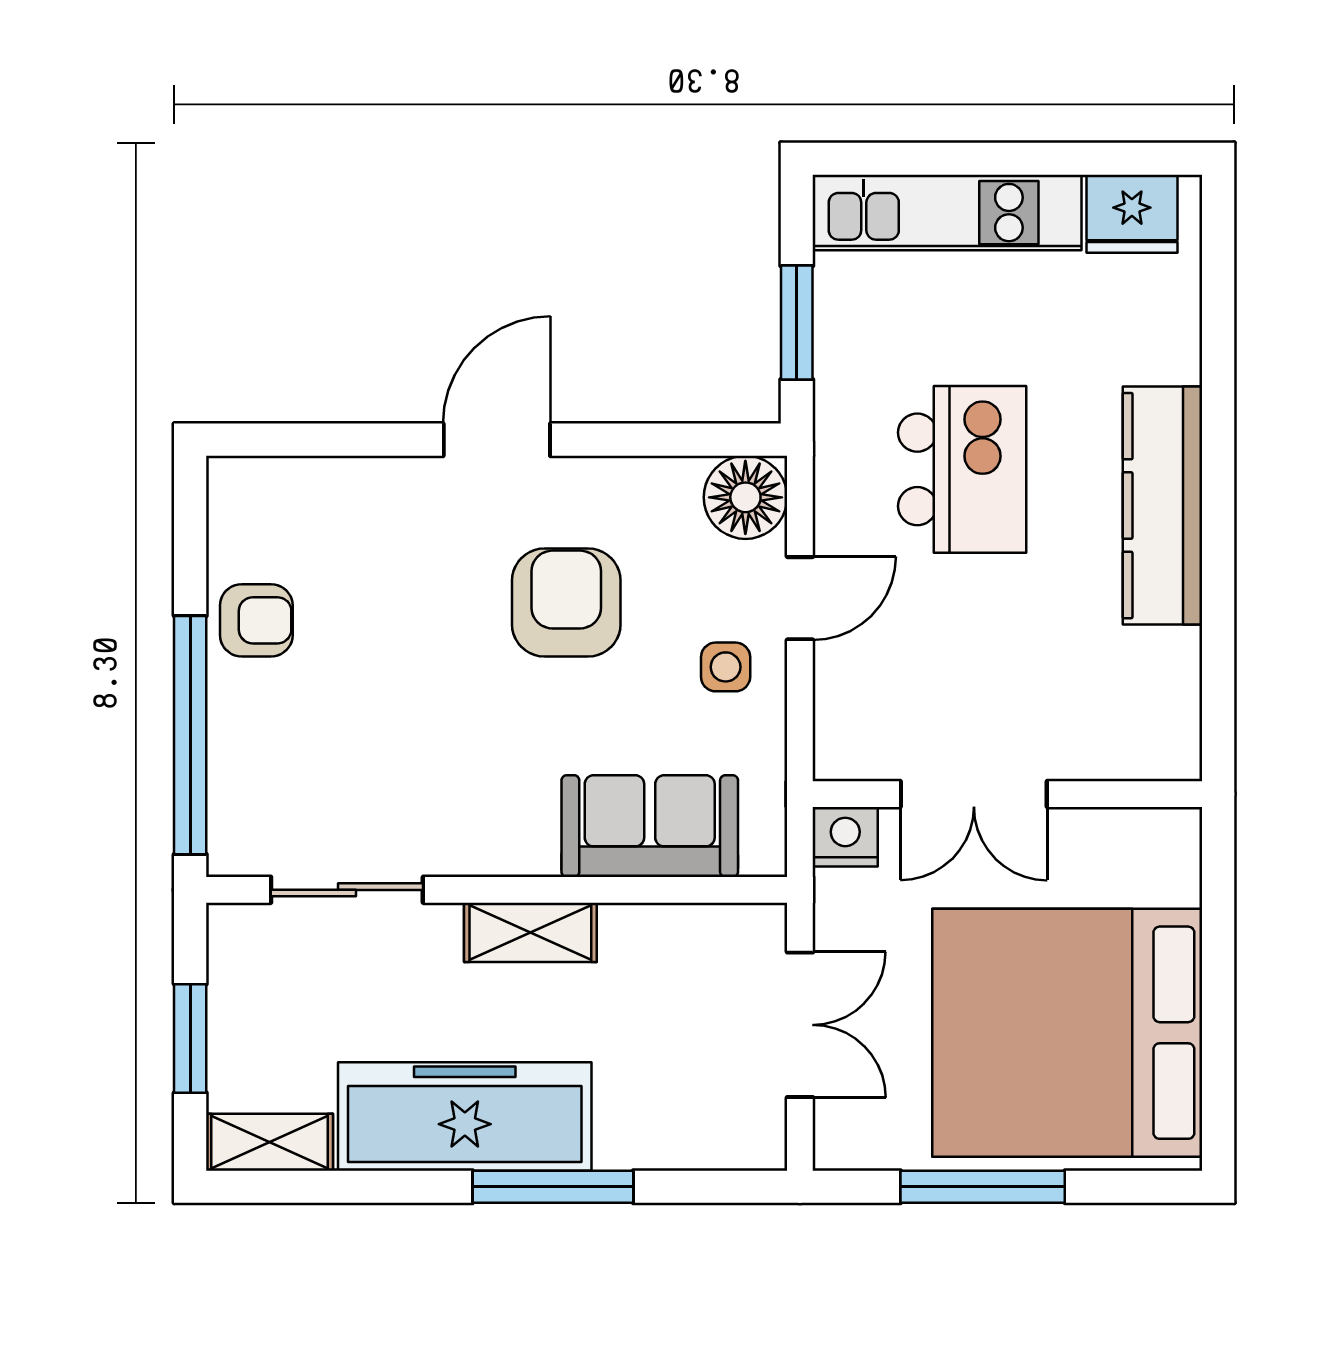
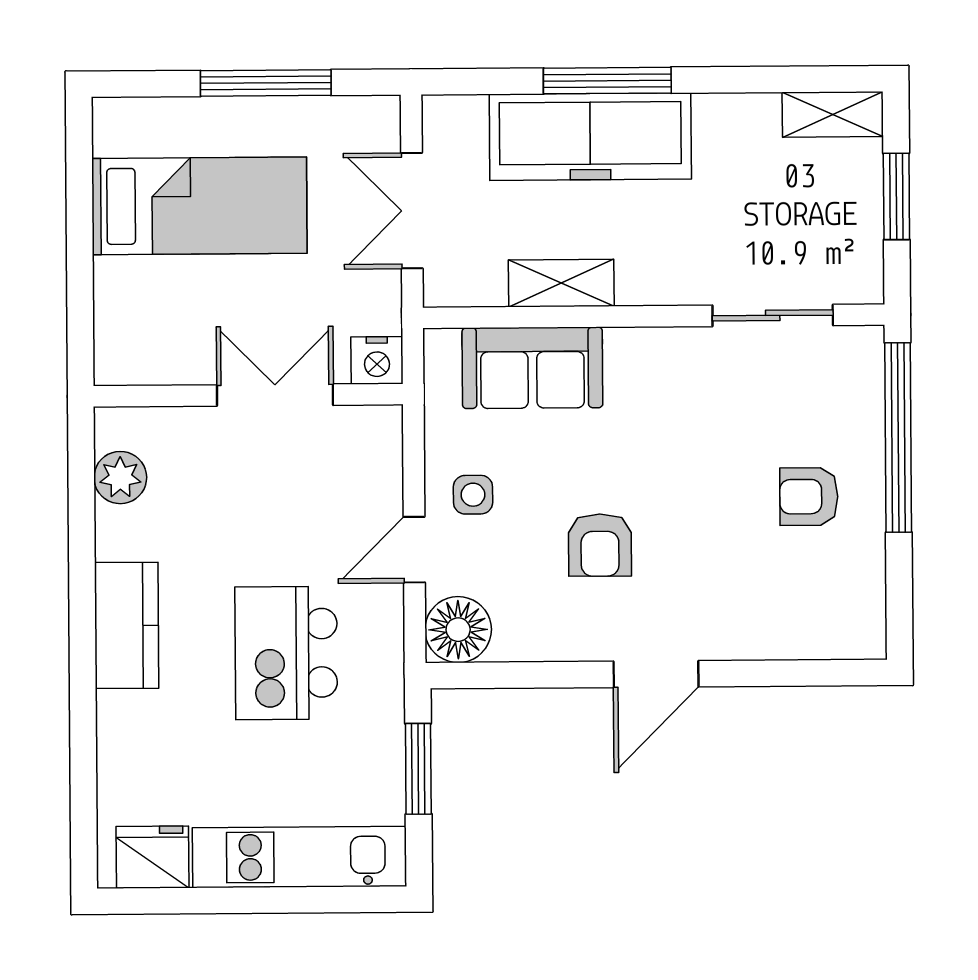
kitchen counter: (1162, 506) -> (127, 625), width x0.67
armchair: (566, 603) -> (600, 545), width x0.72, depth x0.72
armchair: (256, 620) -> (809, 497), moved
plant: (1169, 692) -> (120, 478), added
shelving: (530, 932) -> (561, 283), moved
bed: (1067, 1033) -> (199, 206), width x0.49
freezer: (465, 1116) -> (590, 137), moved

